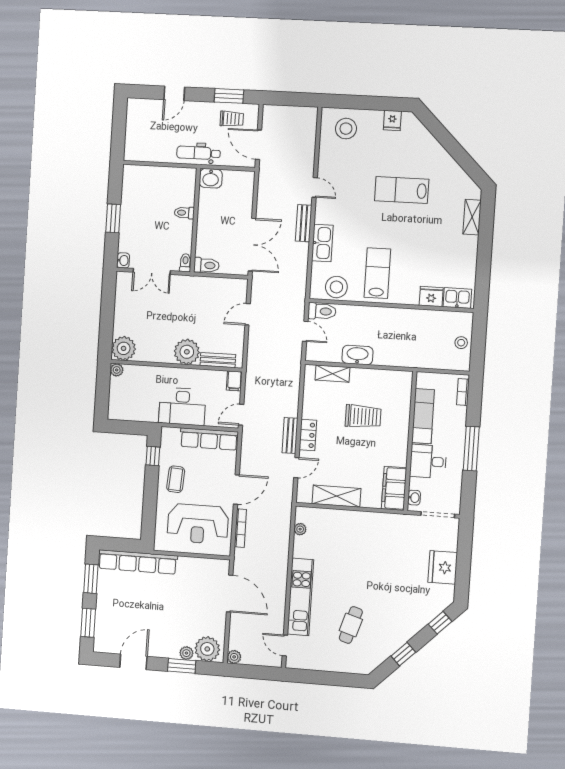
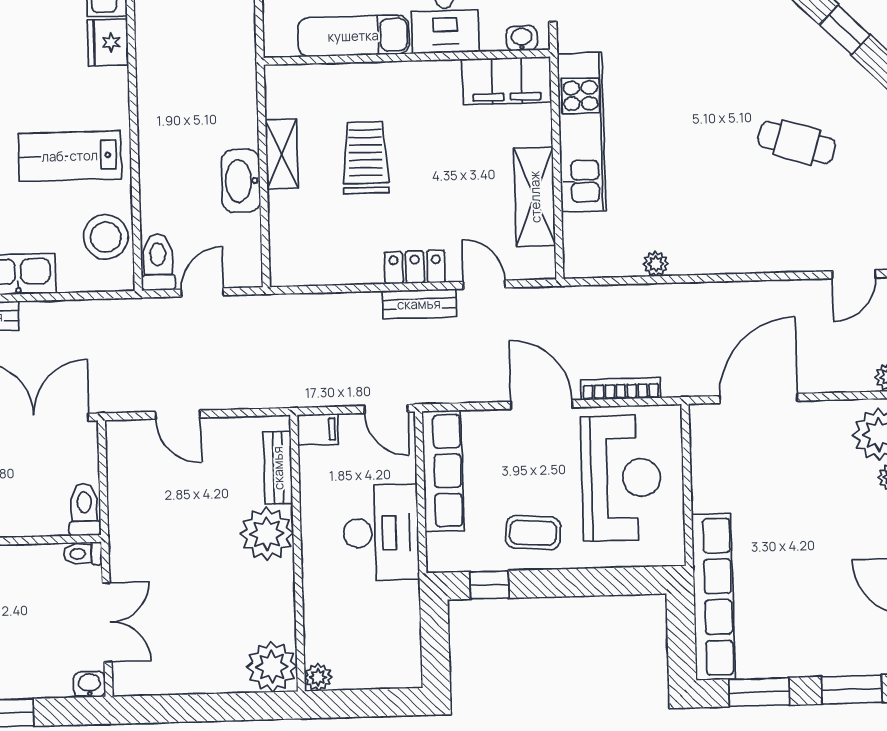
shelving: (333, 374) -> (282, 154), moved
plant: (300, 529) -> (656, 264), moved
kitchen unit: (300, 597) -> (582, 132), moved, turned 90

